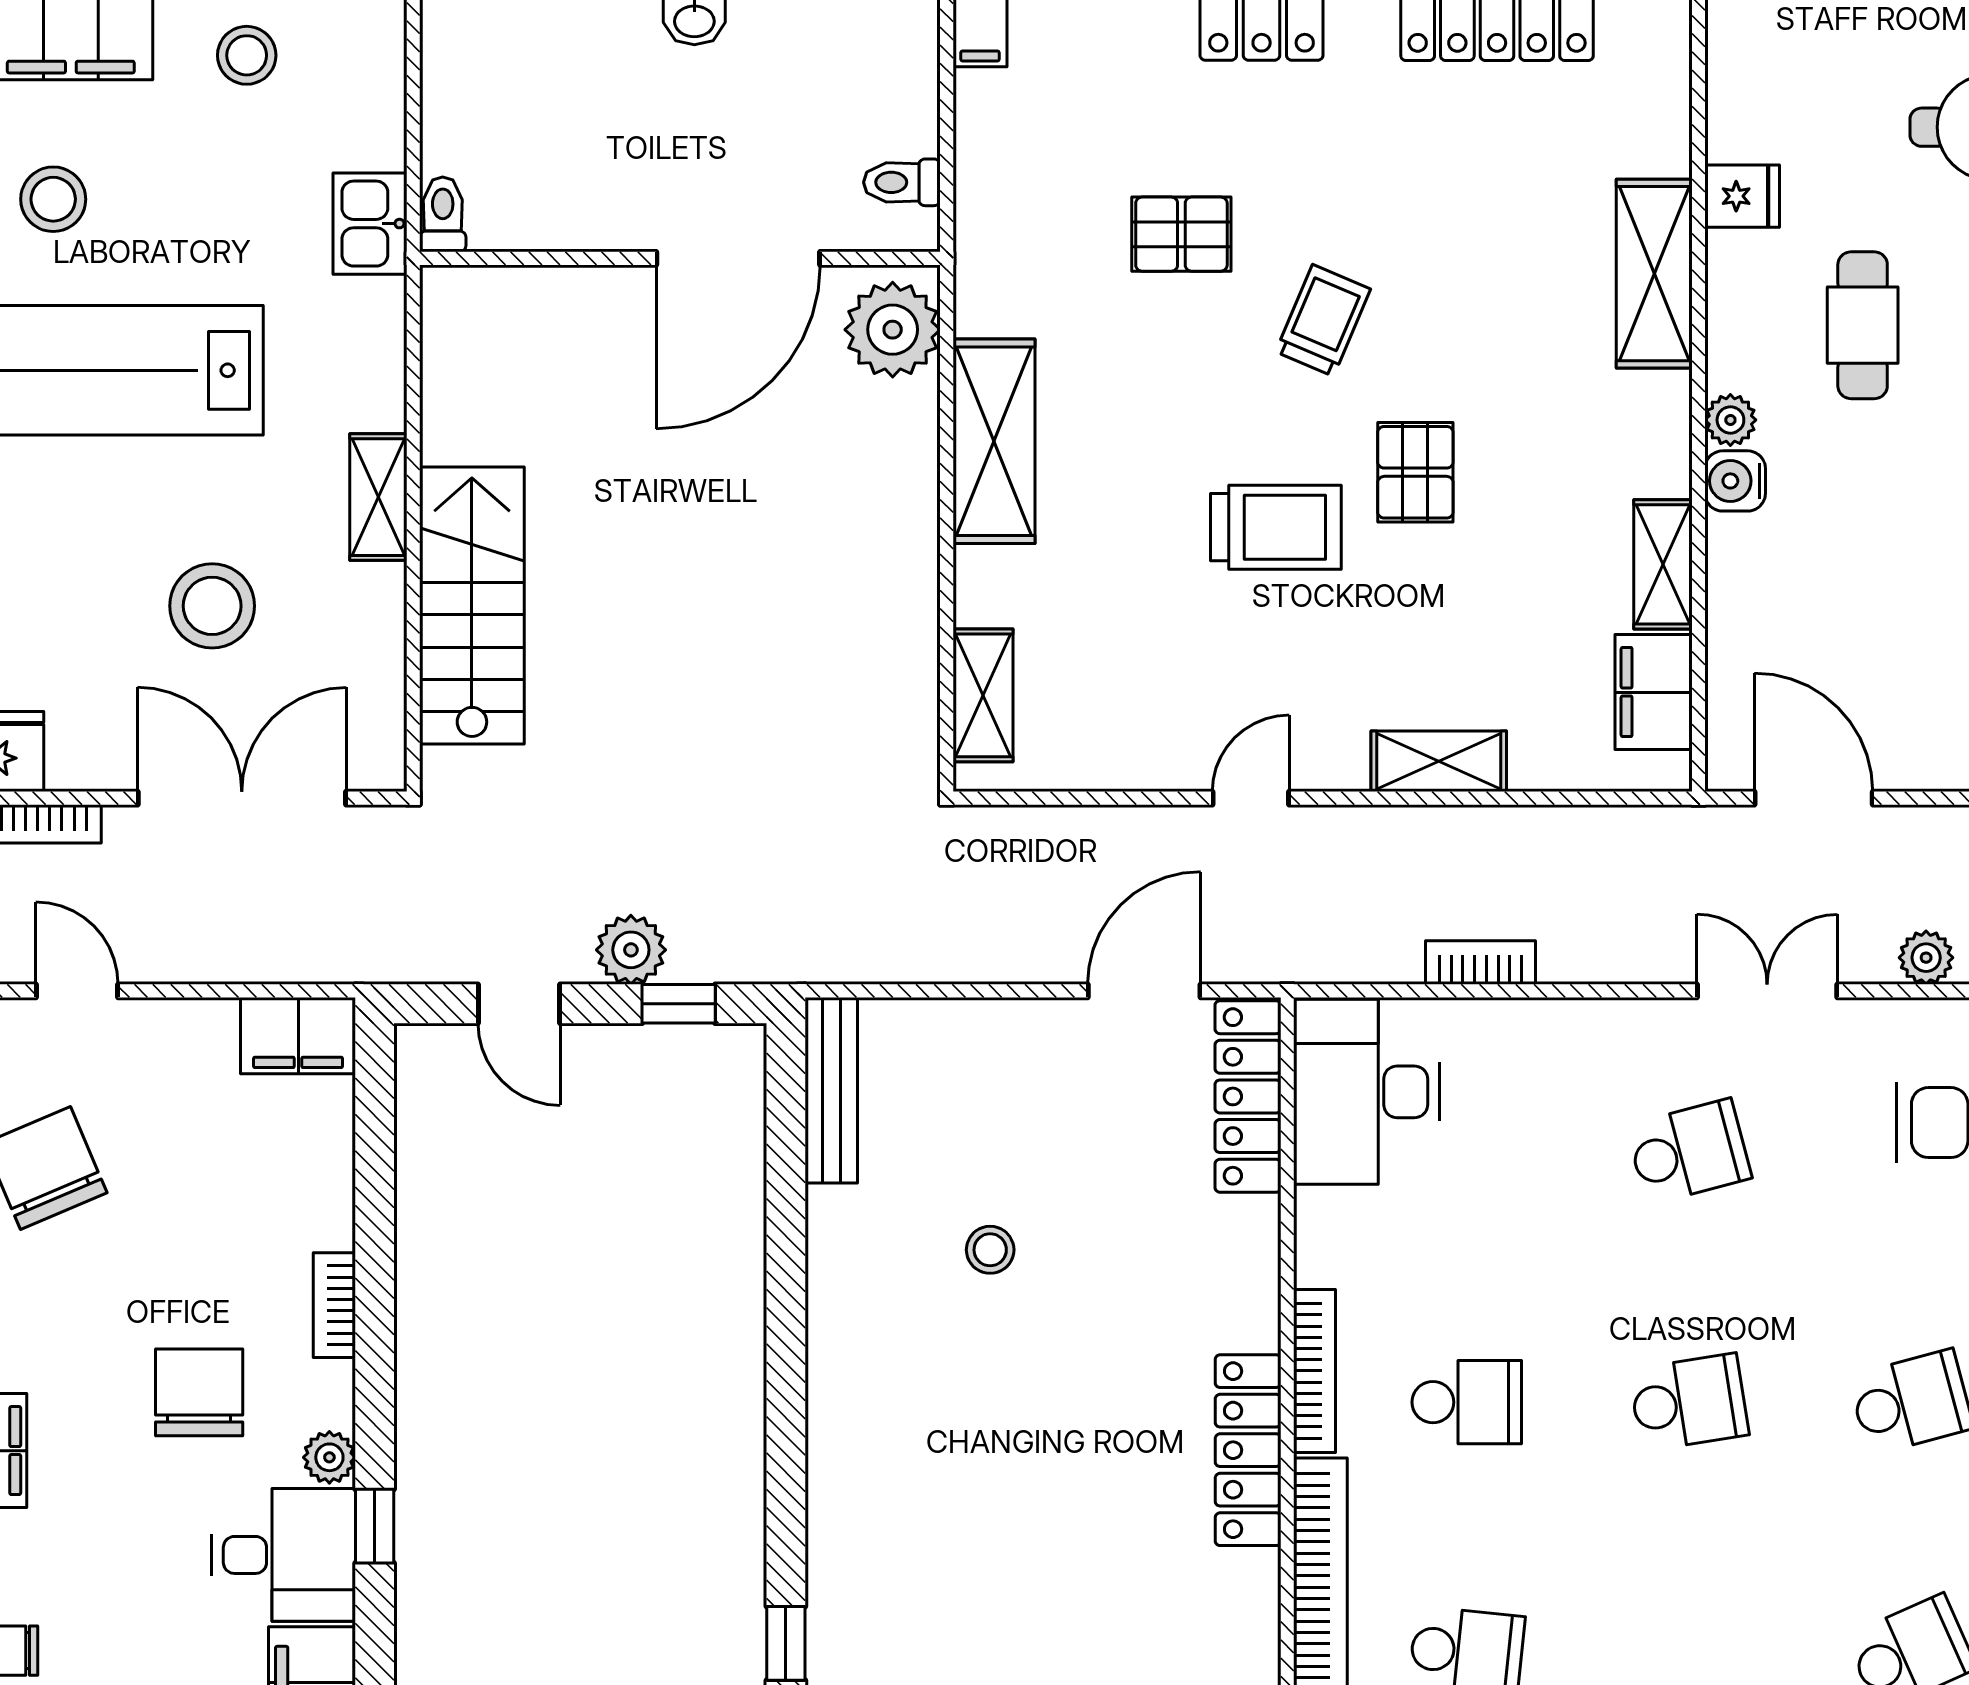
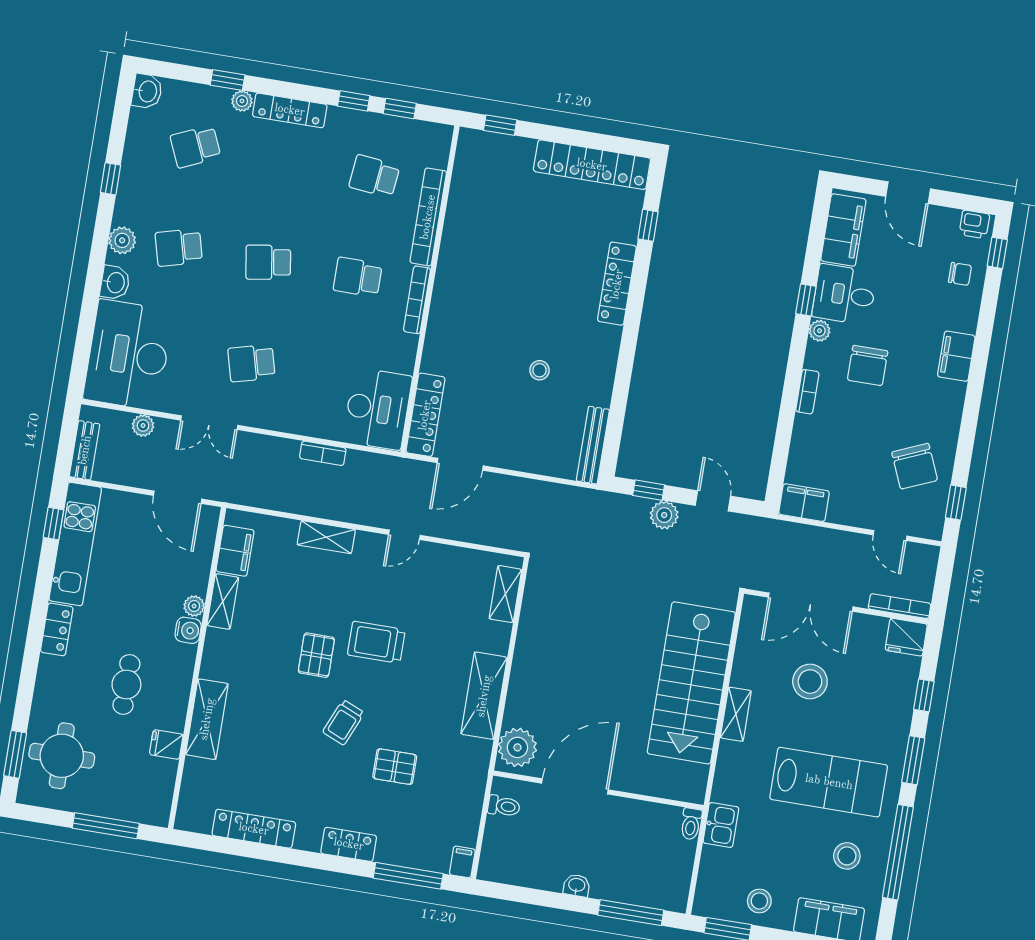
plant: (1730, 420) -> (194, 606), moved
stairs: (472, 605) -> (691, 683), width x1.36, depth x1.51
locker: (1248, 1450) -> (617, 284), moved, turned 180

